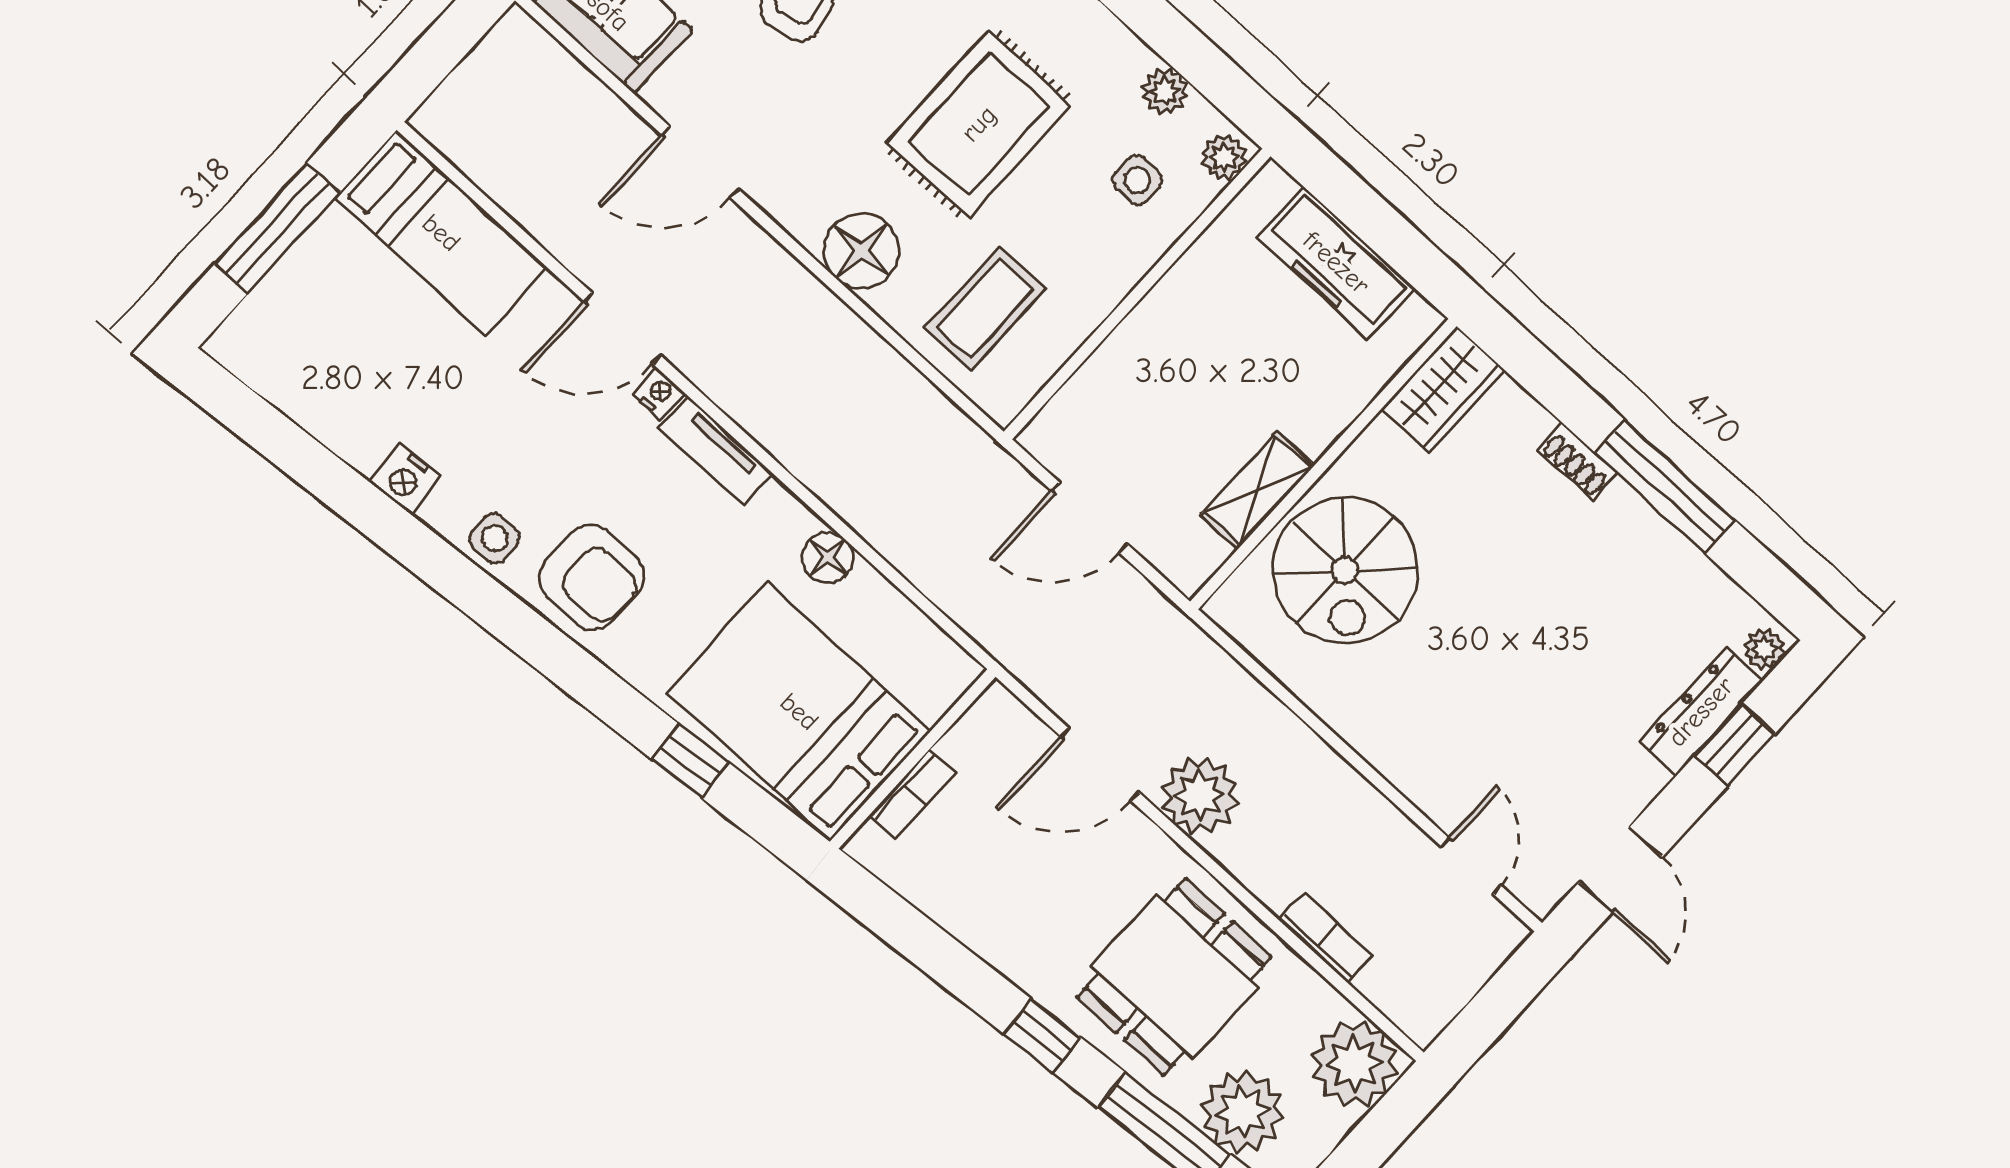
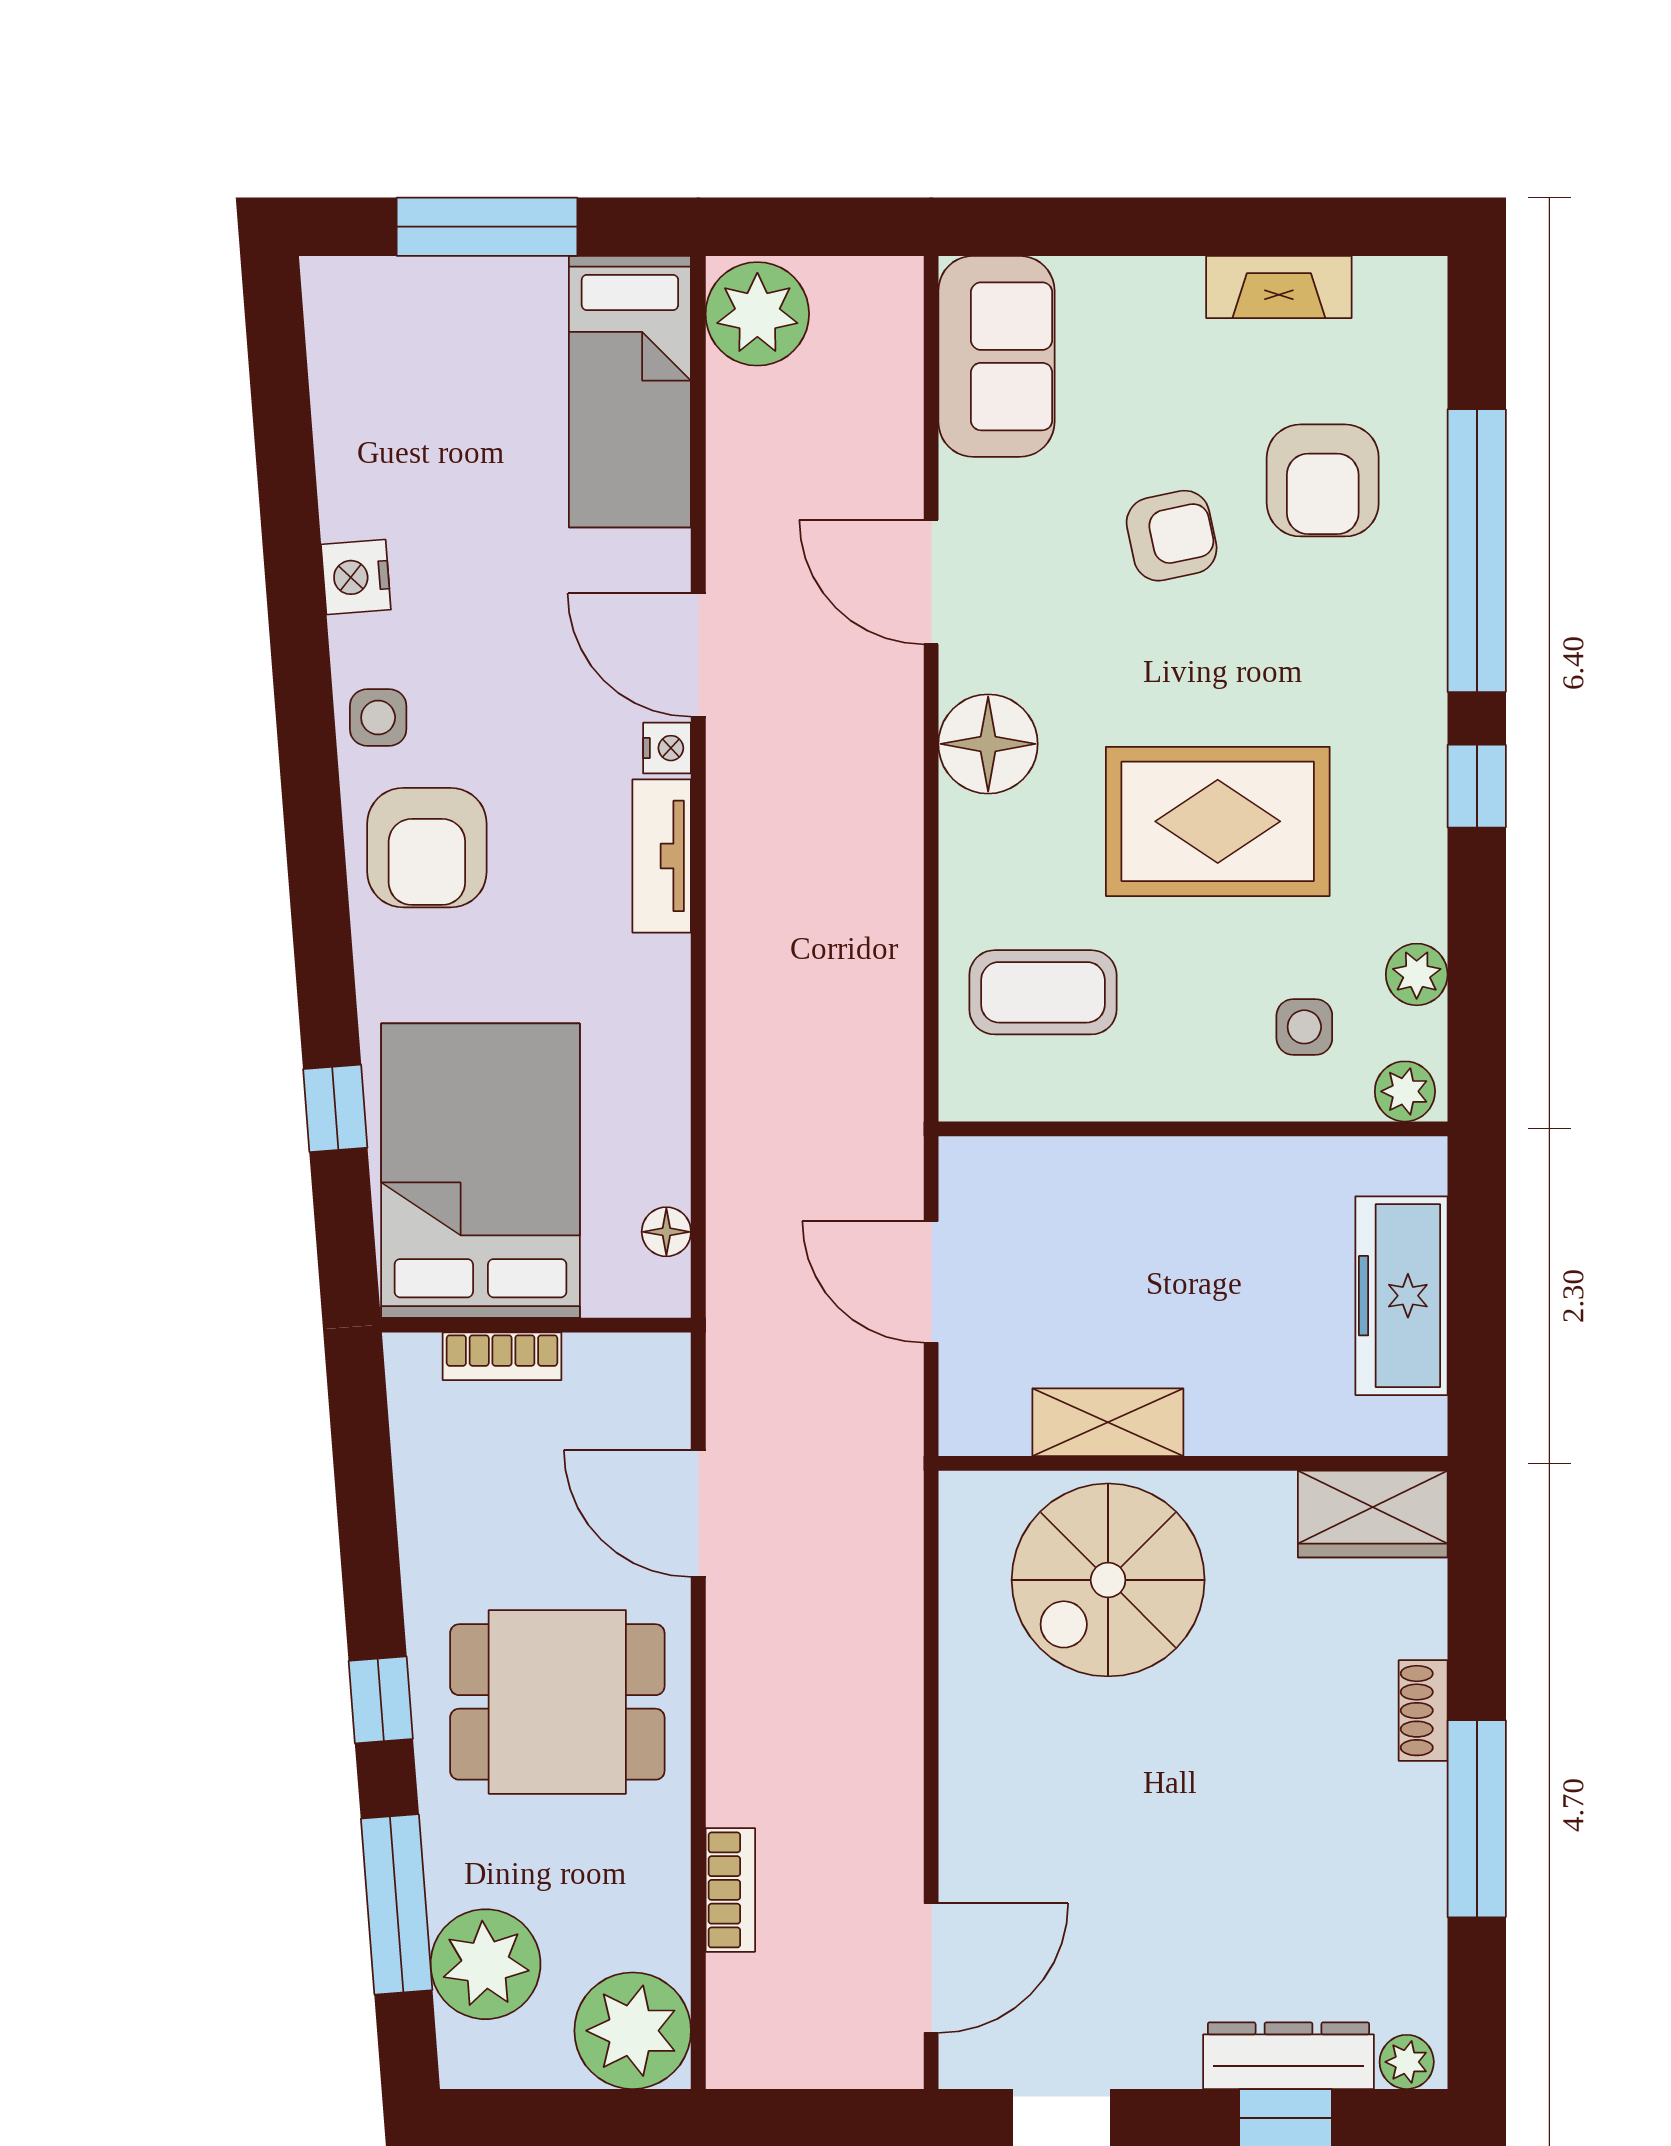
floor lamp: (861, 251) -> (988, 744), moved
floor lamp: (828, 558) -> (666, 1232), moved, width x0.73, depth x0.73
plant: (1200, 795) -> (757, 314), moved
door: (1471, 866) -> (931, 1968), width x1.38
dining table: (1174, 977) -> (557, 1702), moved

